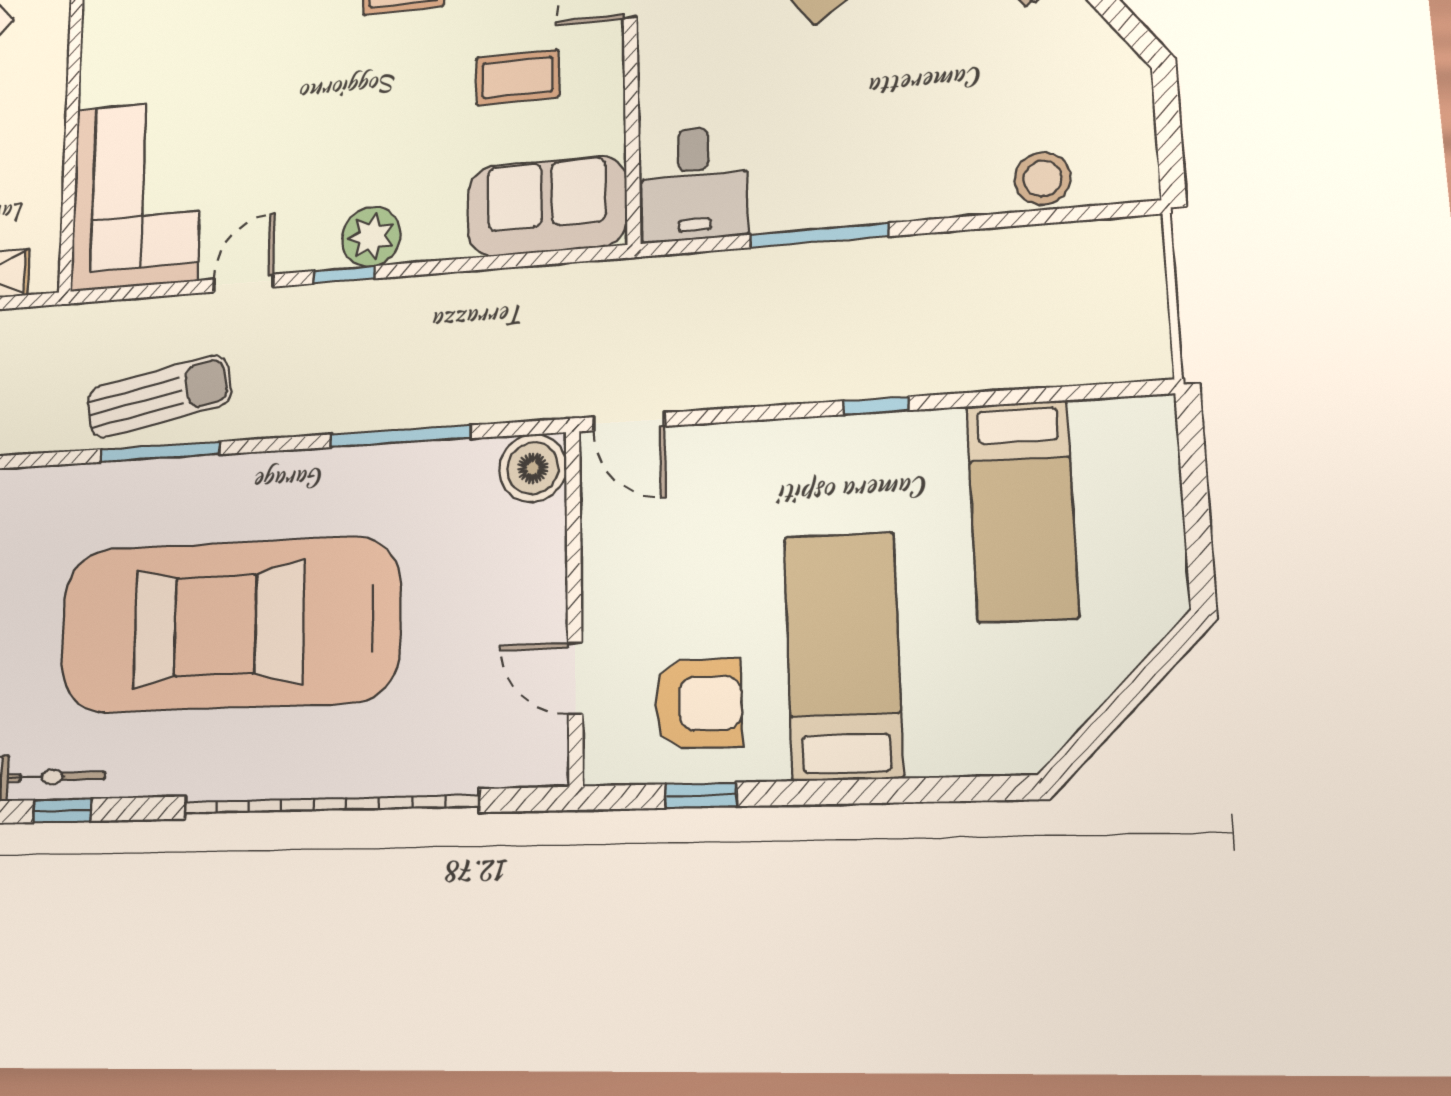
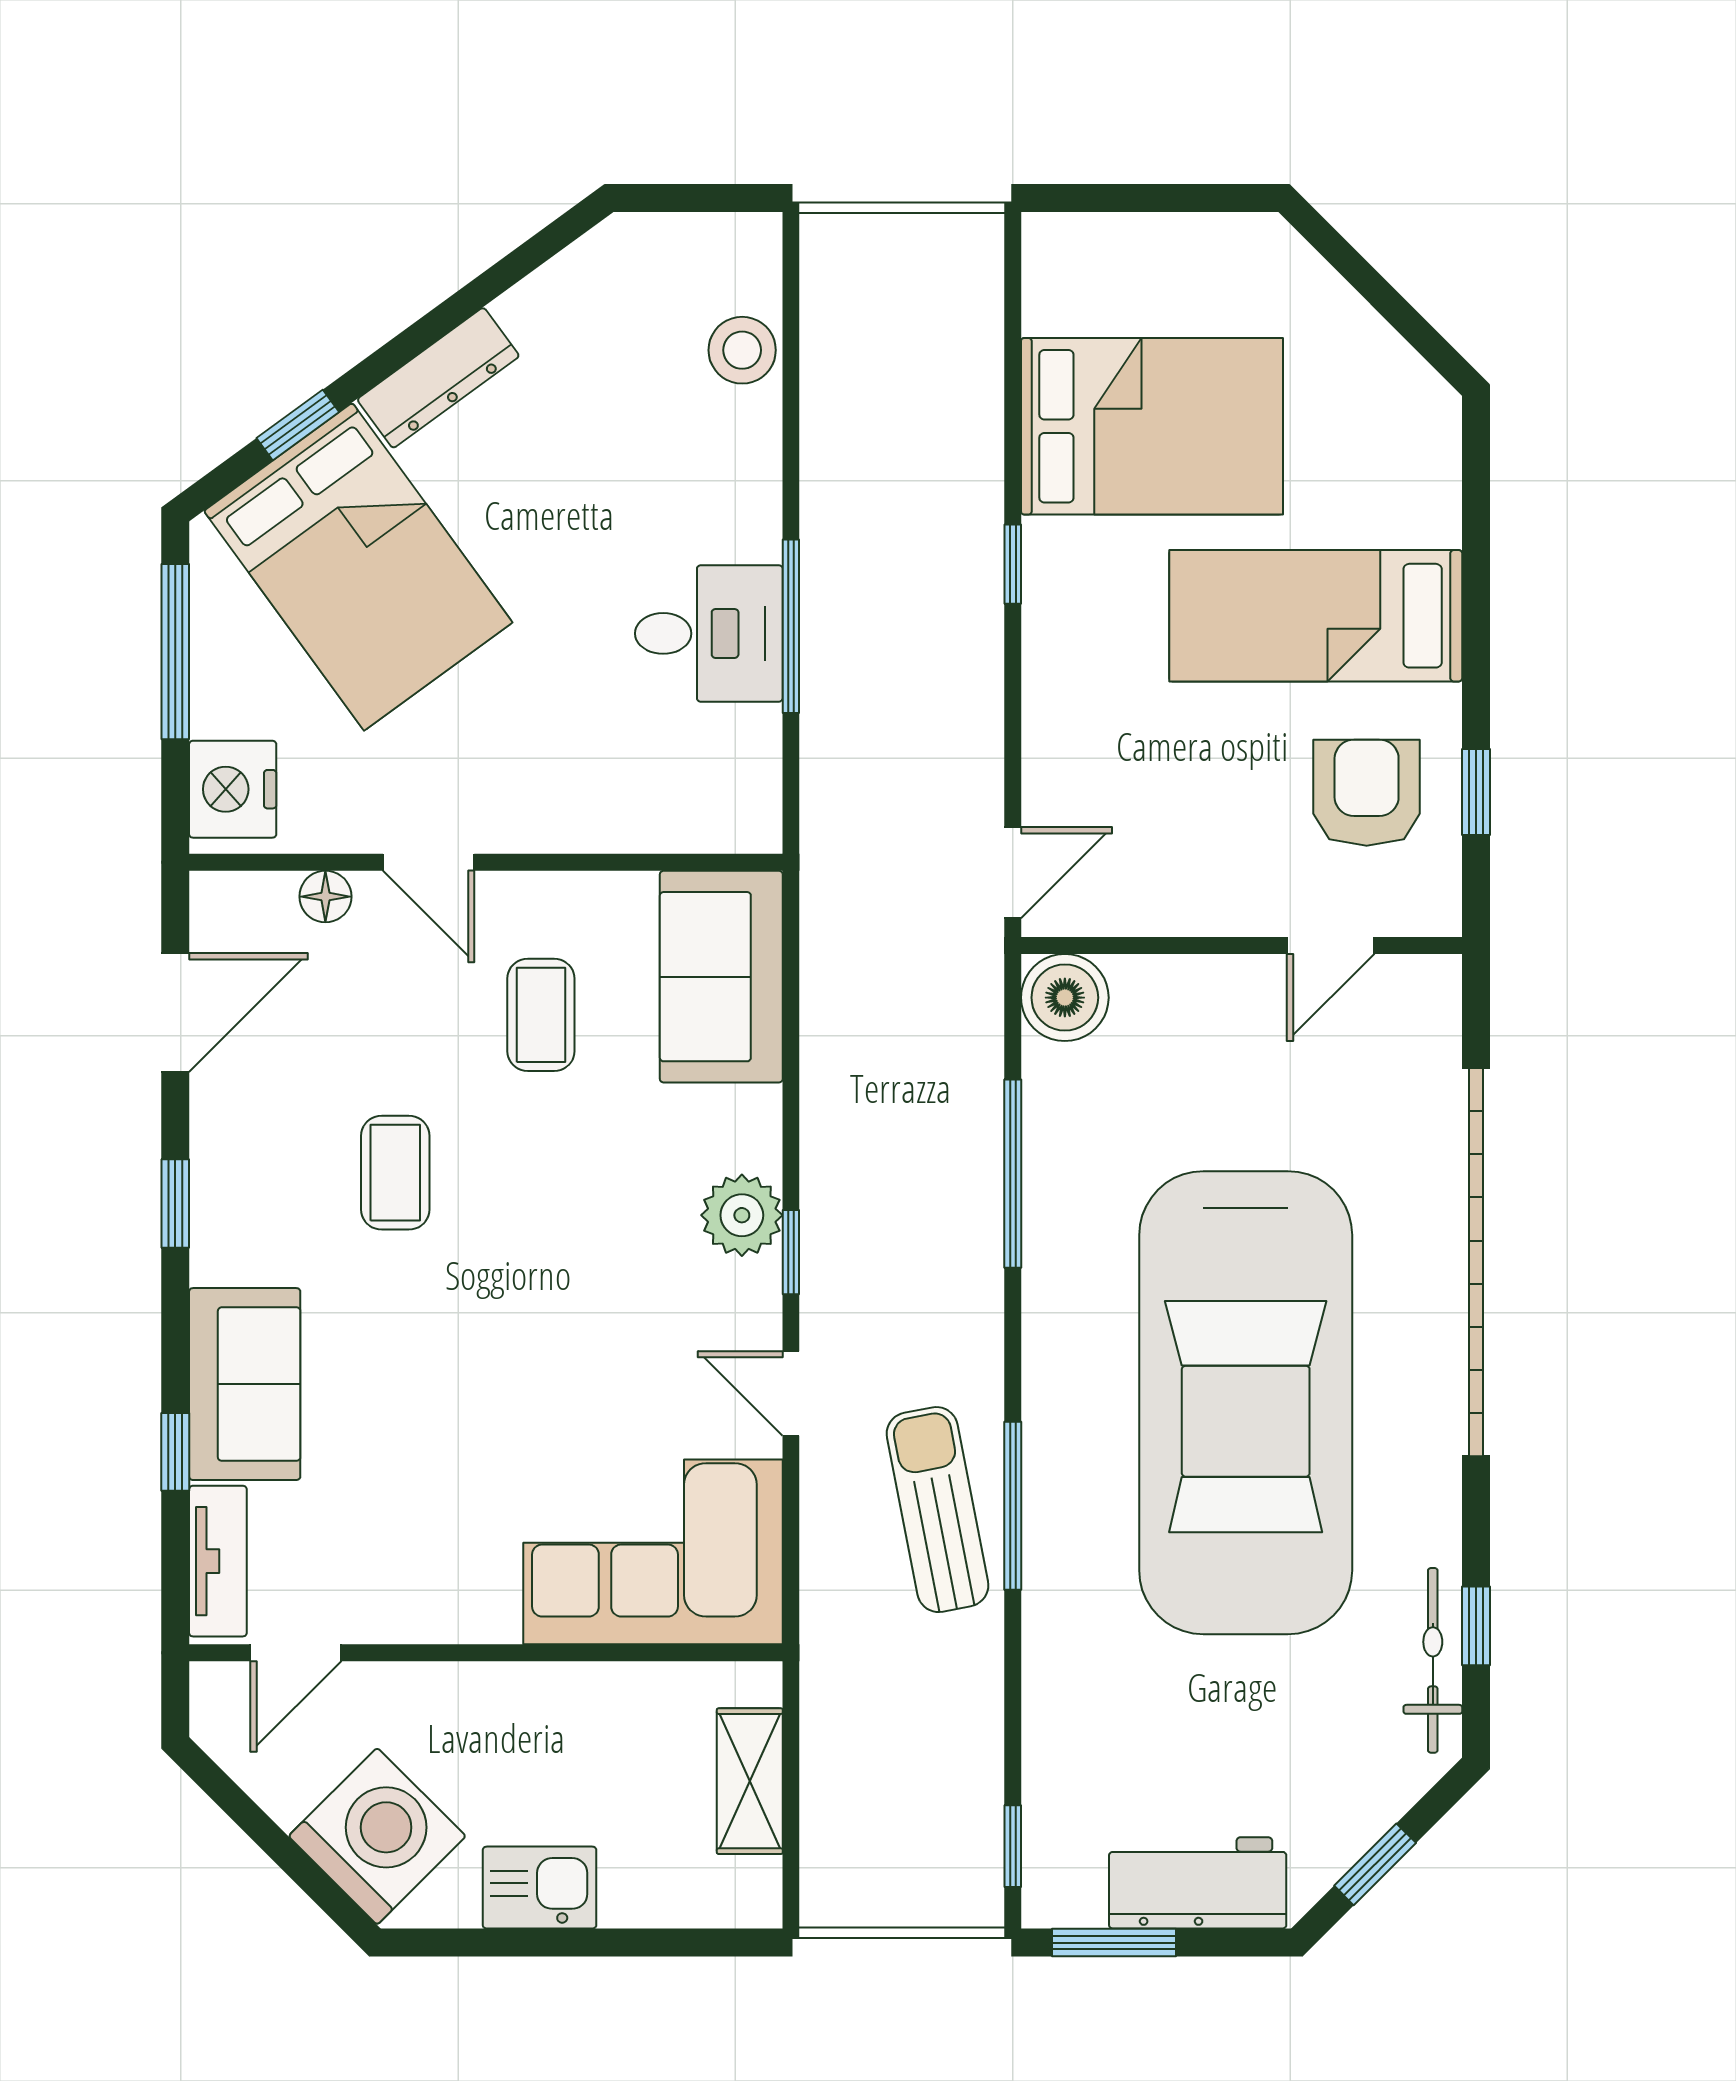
desk: (694, 184) -> (709, 633), moved
bed: (1022, 511) -> (1152, 426), width x1.50

